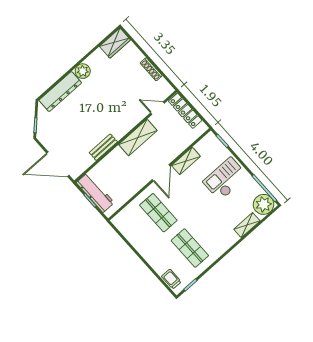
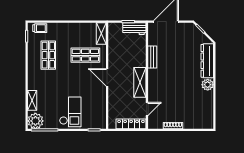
wardrobe: (115, 43) -> (207, 118), removed
shelving: (186, 161) -> (101, 34), moved
workbench: (95, 193) -> (134, 29), width x0.73
shop shelf: (190, 248) -> (48, 55), turned 90

